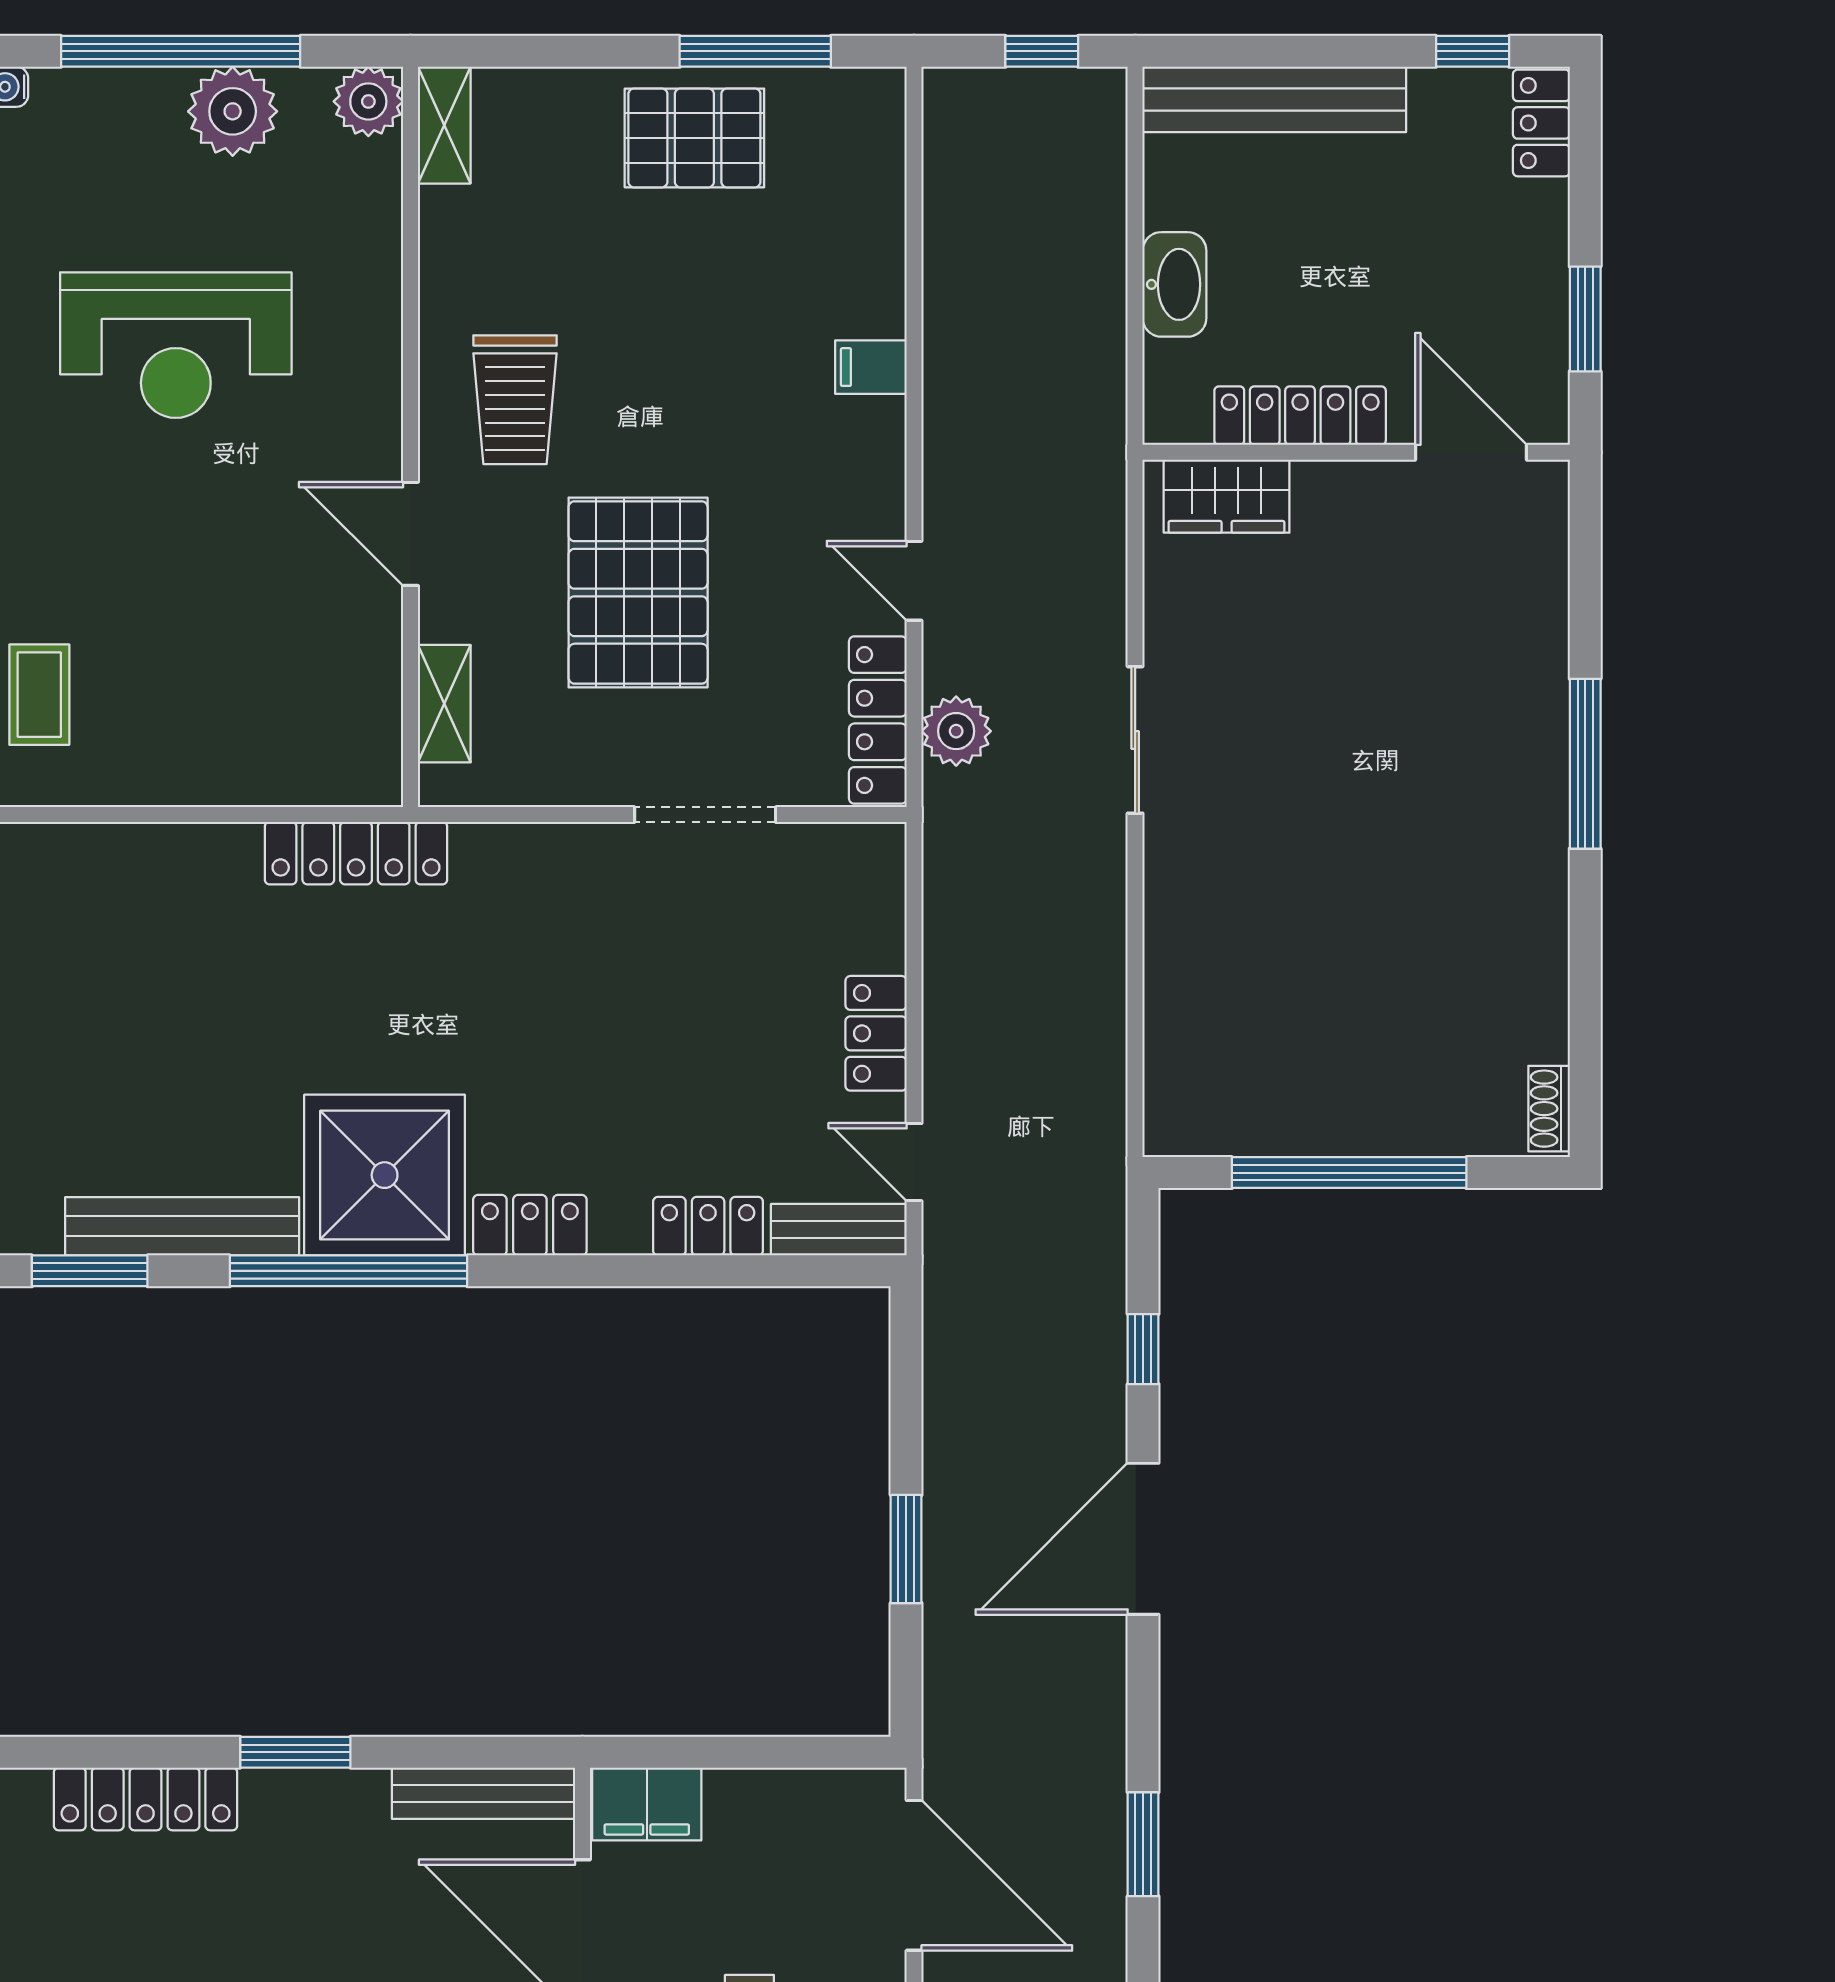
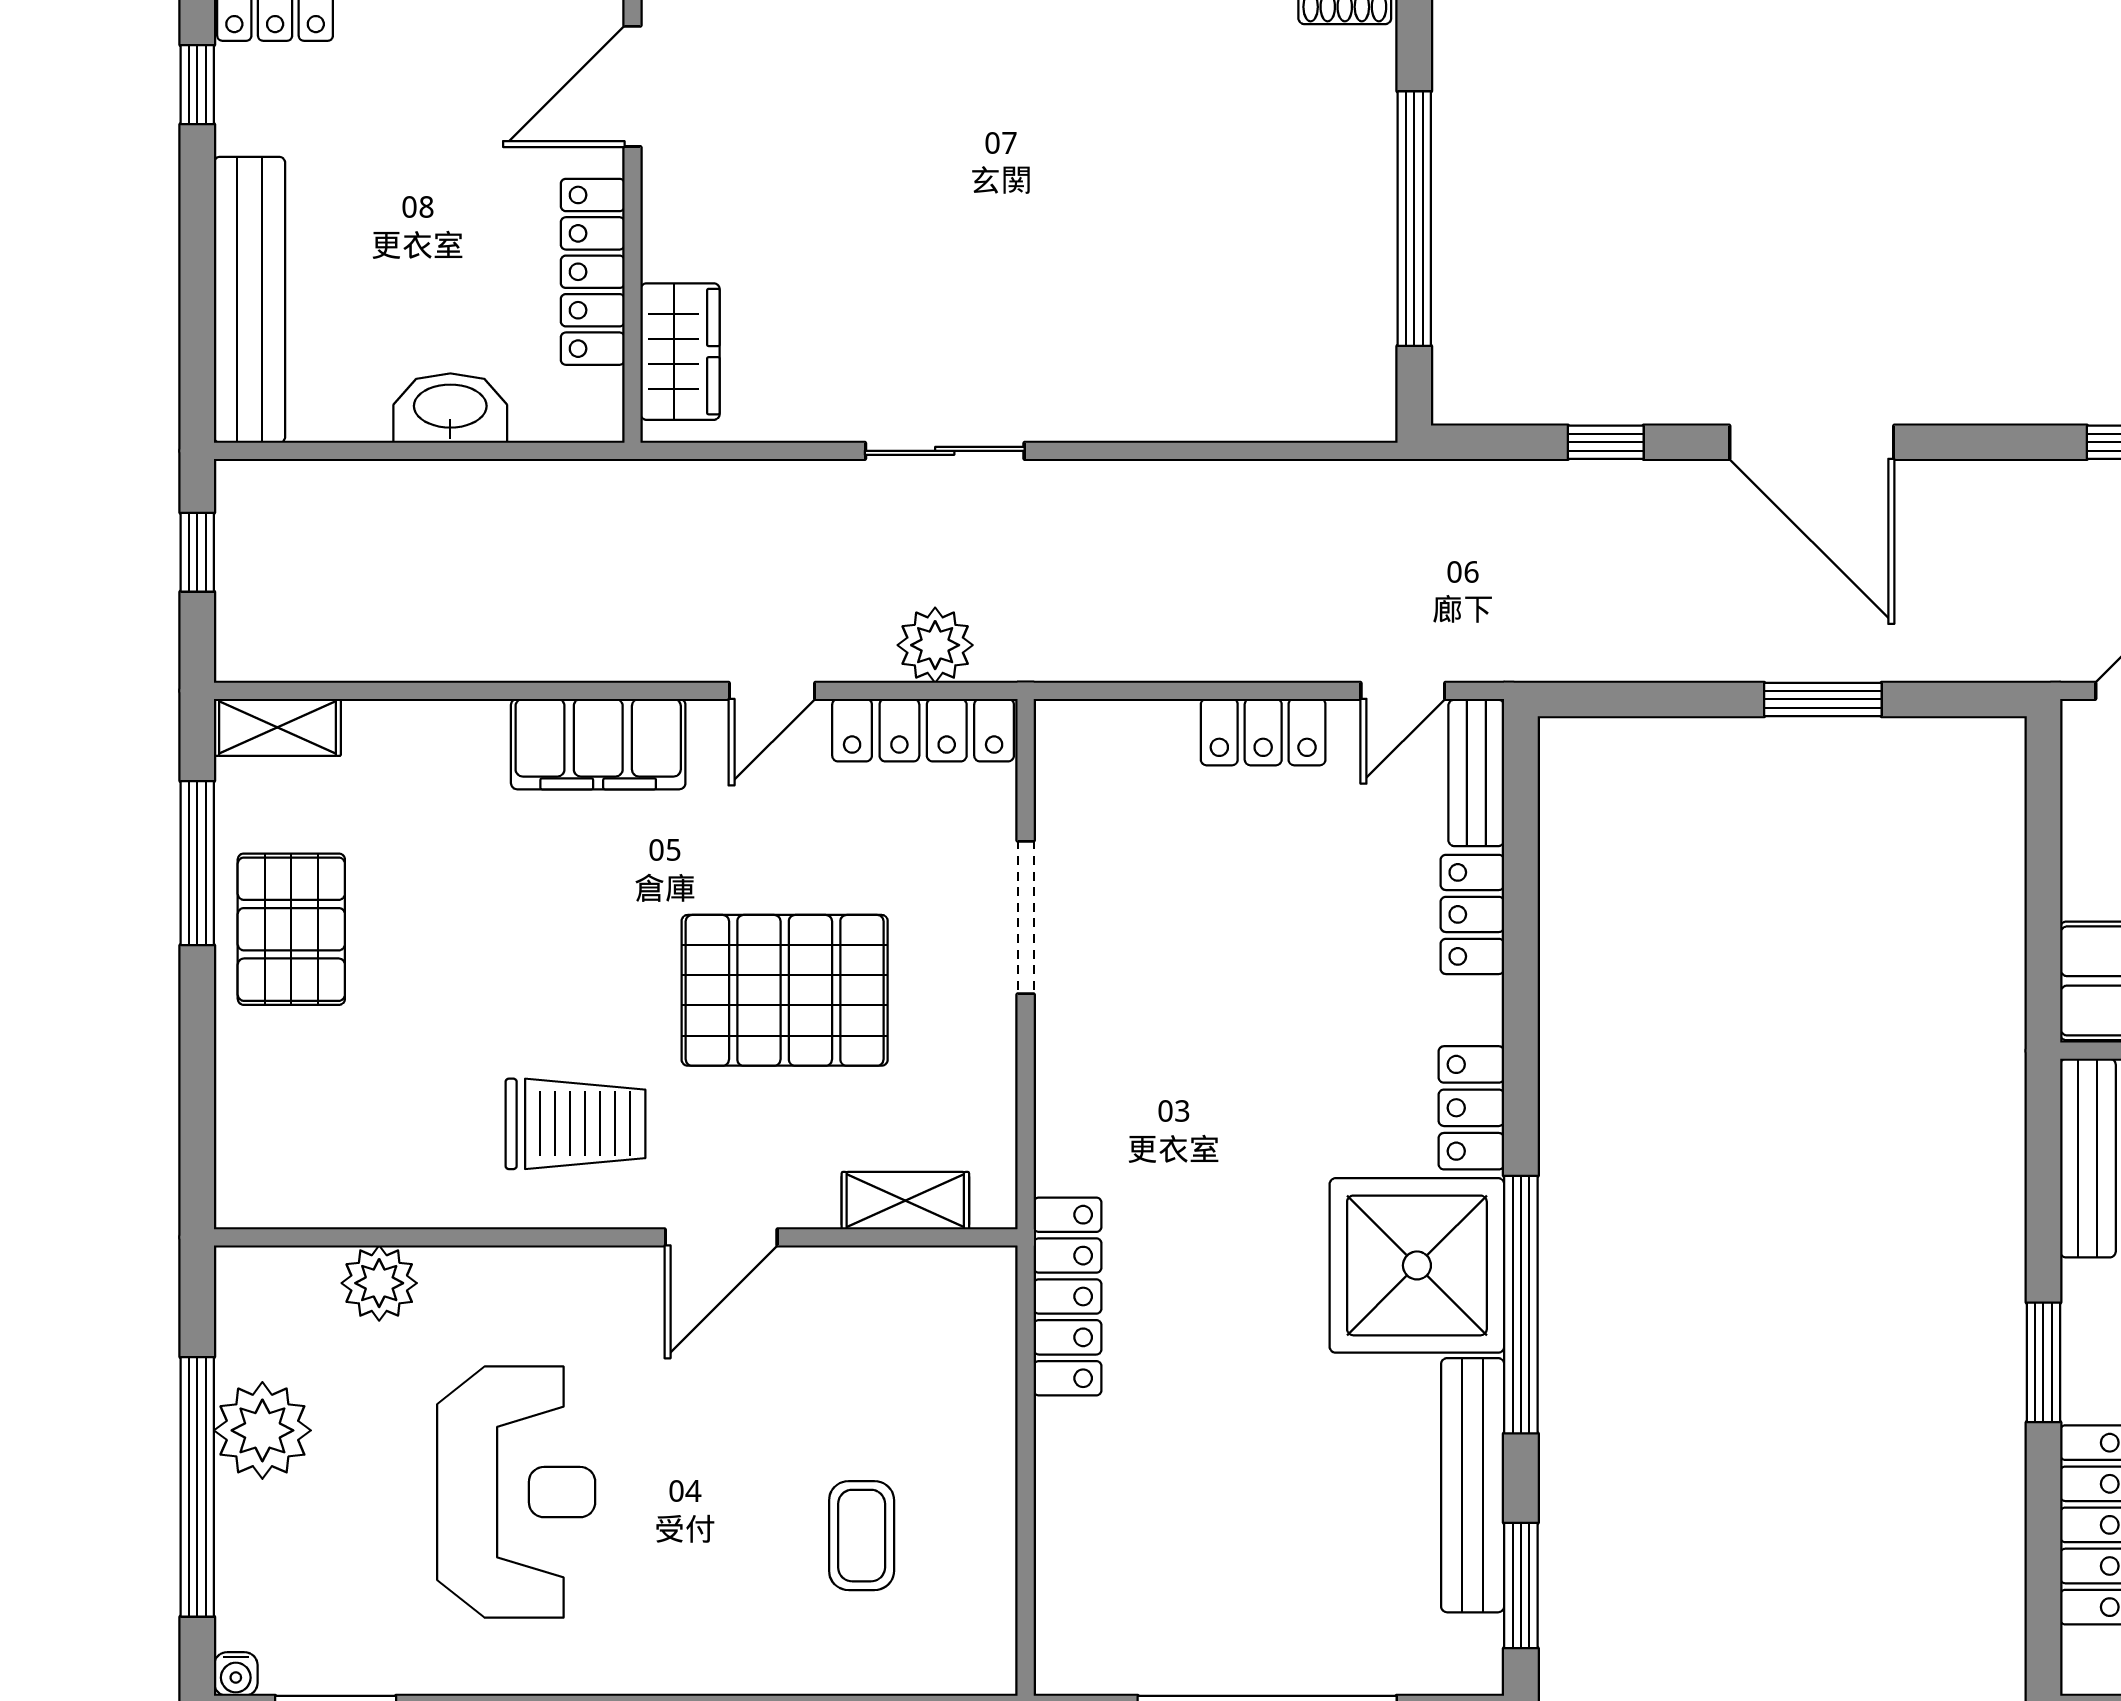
plant: (368, 101) -> (379, 1283), moved
shelving: (444, 125) -> (277, 727), moved
filing cabinet: (871, 367) -> (598, 744), width x3.00, depth x1.17
coffee table: (39, 695) -> (862, 1536), moved, turned 90

